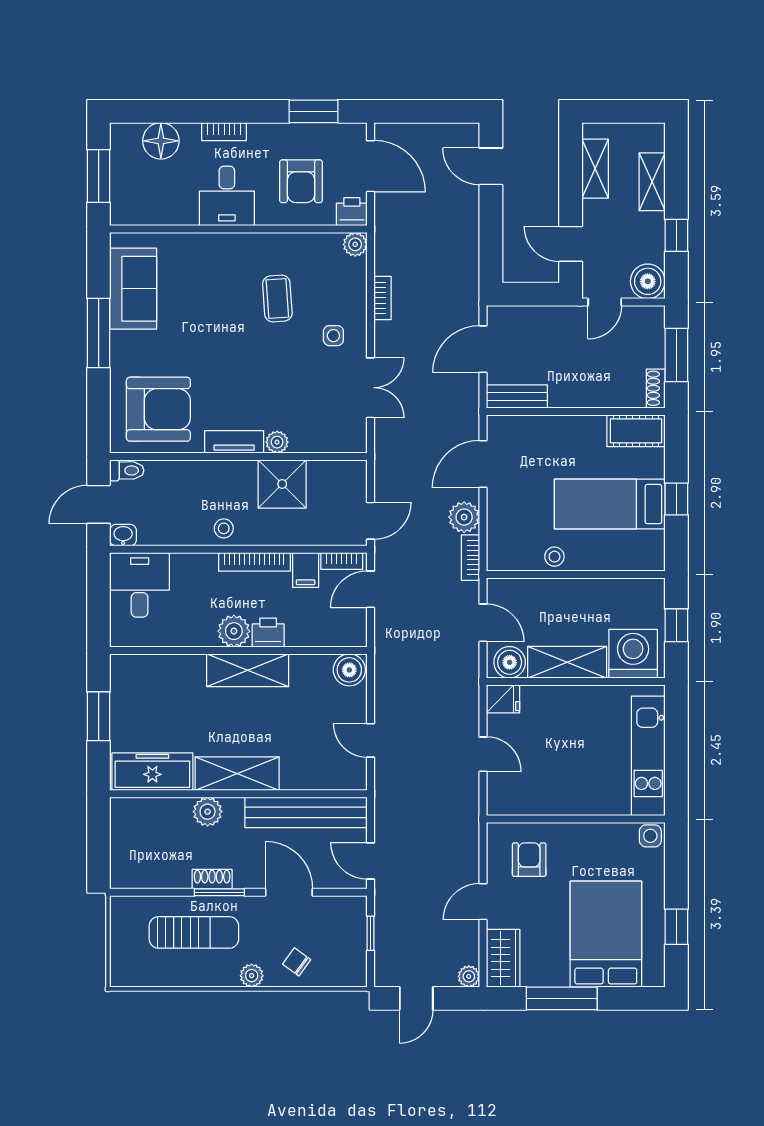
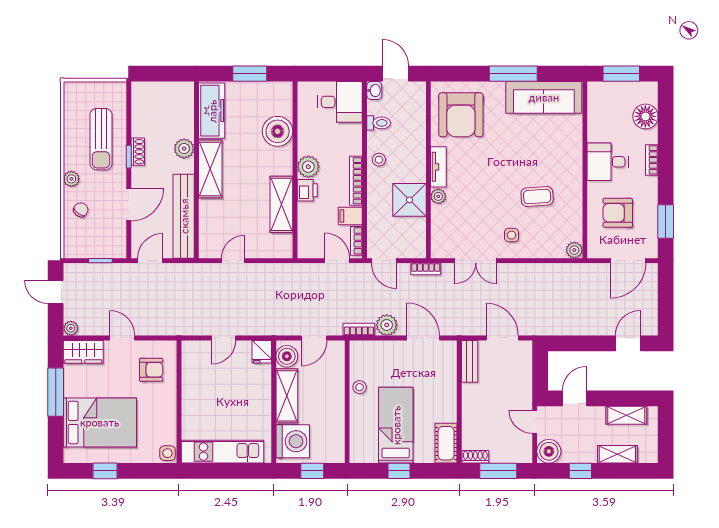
printer: (352, 212) -> (597, 248), removed
sofa: (133, 289) -> (544, 97), width x1.36
bookcase: (383, 298) -> (426, 269), moved
toilet: (127, 470) -> (379, 123), moved, turned -90
shelving: (248, 670) -> (281, 204), moved
boiler: (349, 670) -> (278, 131), moved, width x1.37, depth x1.37
window: (219, 892) -> (129, 157), width x0.67

